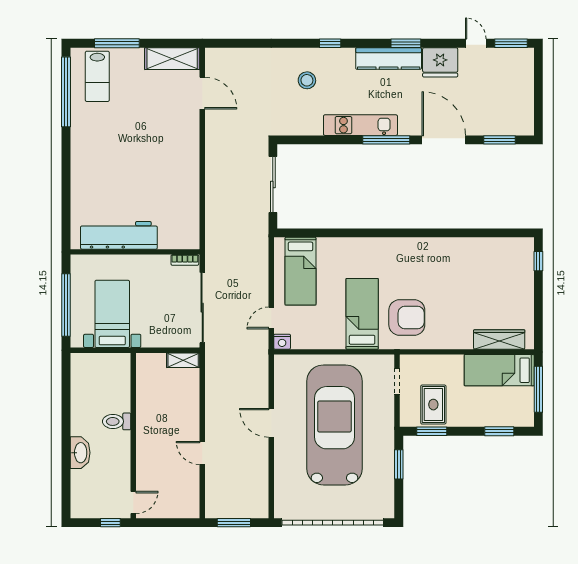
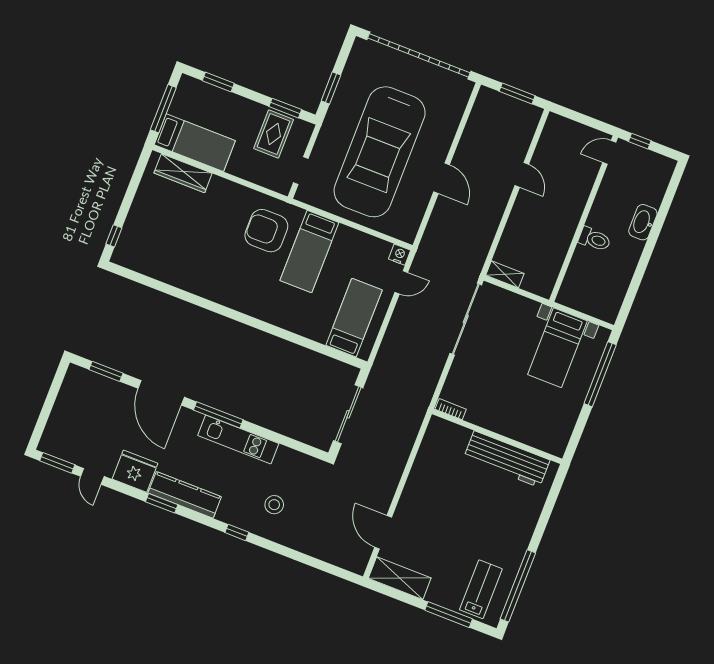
workbench: (119, 235) -> (507, 459), moved
wall: (135, 252) -> (497, 436), moved
bookcase: (185, 260) -> (451, 409), moved

